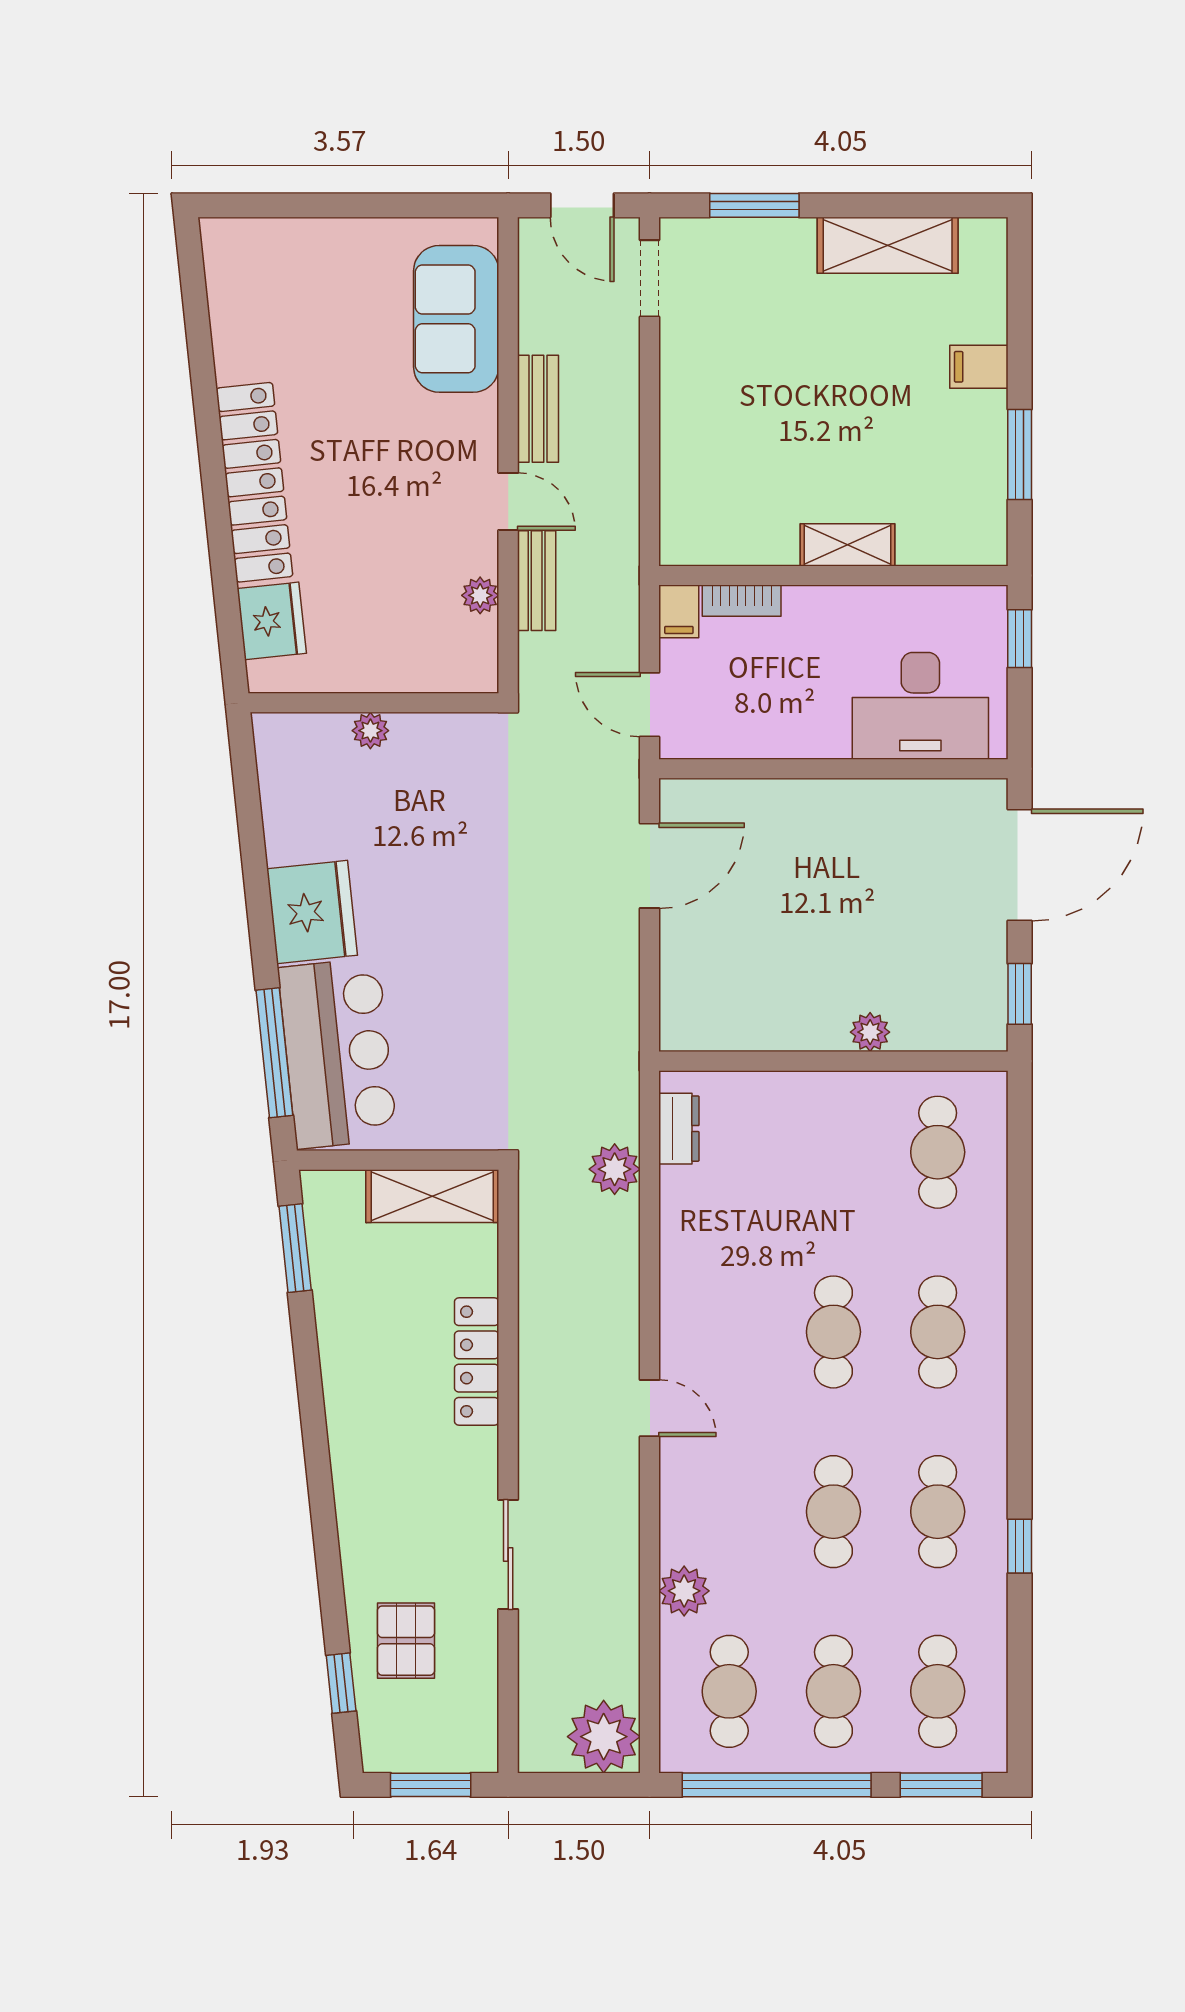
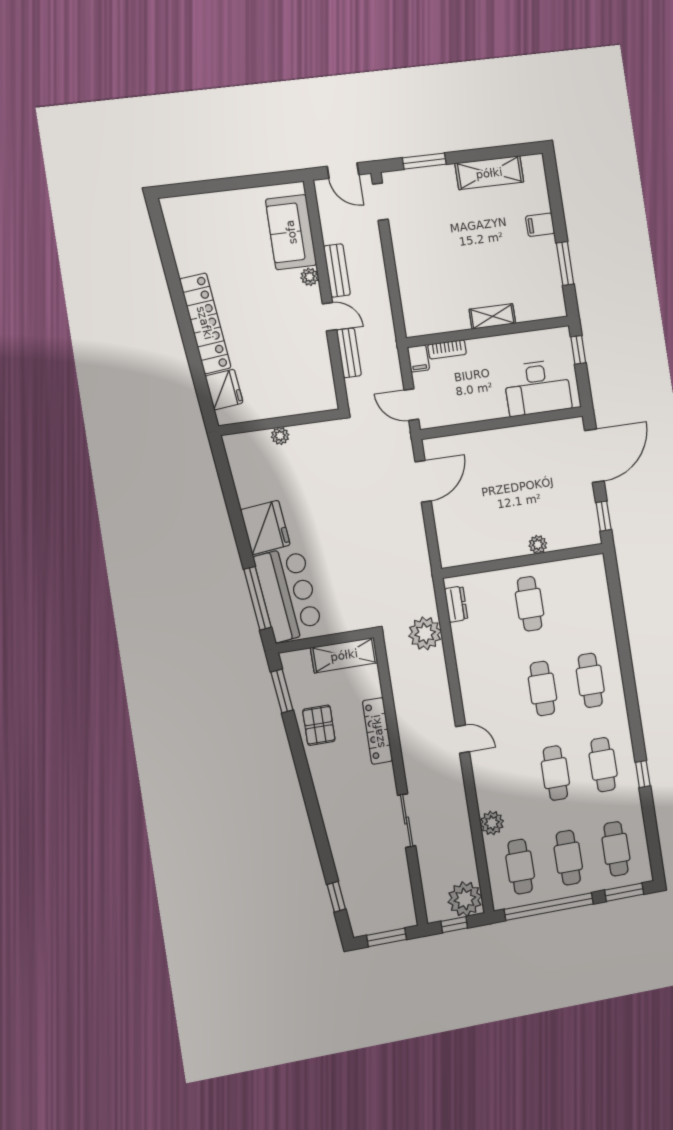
plant: (480, 595) -> (310, 277), moved
cafe table: (938, 1152) -> (530, 604), moved
plant: (615, 1169) -> (425, 633), width x1.36, depth x1.36
pallet: (406, 1641) -> (319, 725), moved
window: (573, 1785) -> (454, 925), added

